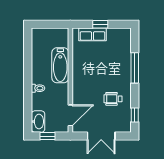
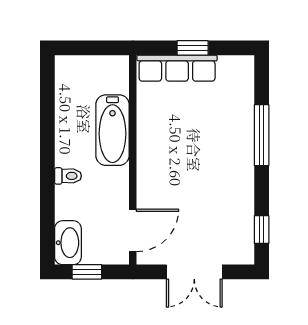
row of seats: (92, 34) -> (177, 68), width x1.48
wheelchair: (113, 99) -> (218, 197), removed

